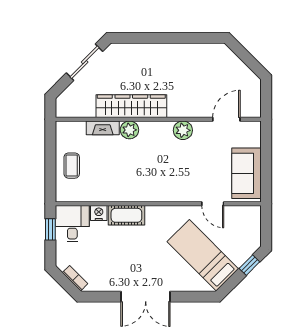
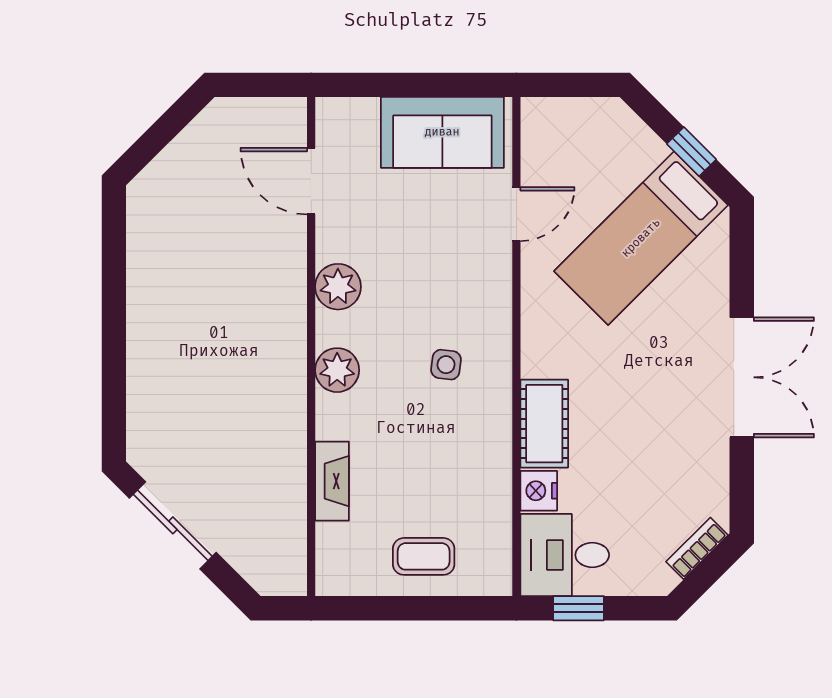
wardrobe: (131, 106) -> (279, 412), removed
plant: (129, 130) -> (337, 370), moved
side table: (151, 175) -> (446, 365), added
window: (249, 265) -> (691, 152), moved

